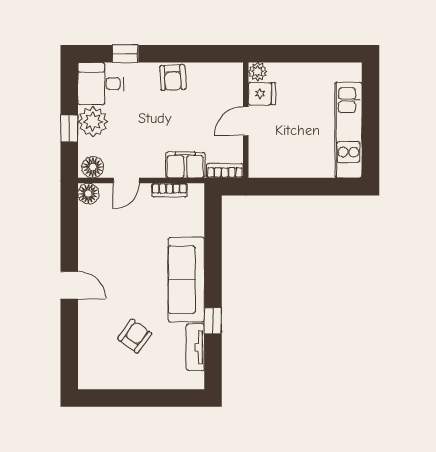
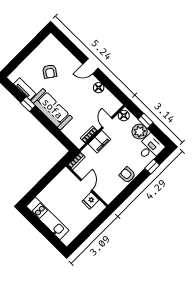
plant: (258, 71) -> (100, 207), removed
filing cabinet: (185, 165) -> (99, 142), moved
floor lamp: (88, 194) -> (99, 88), moved

